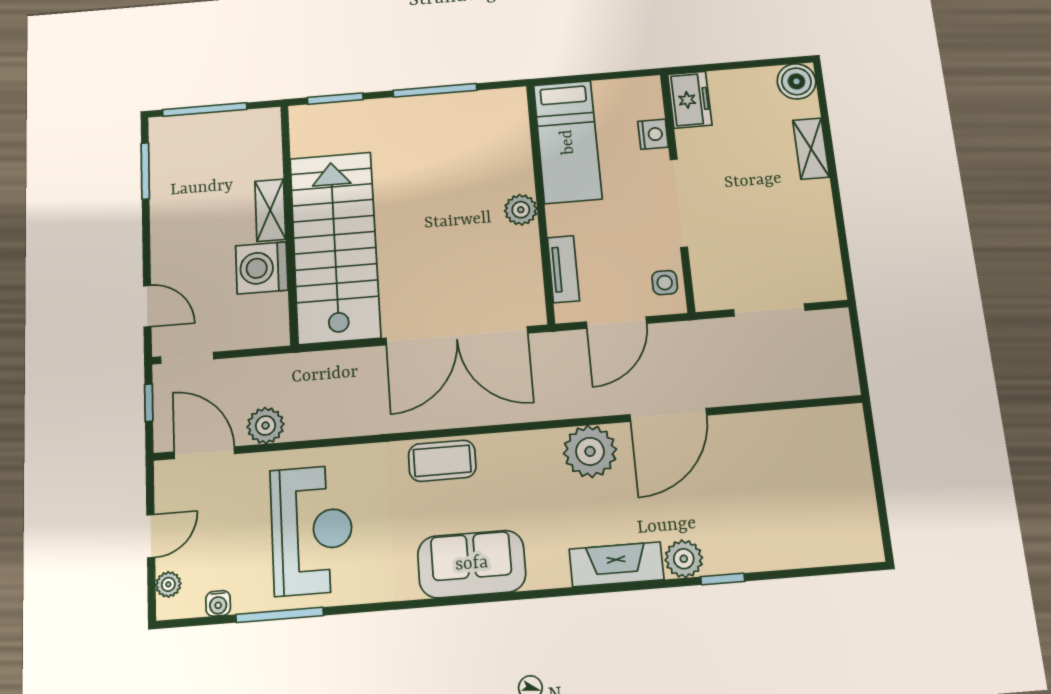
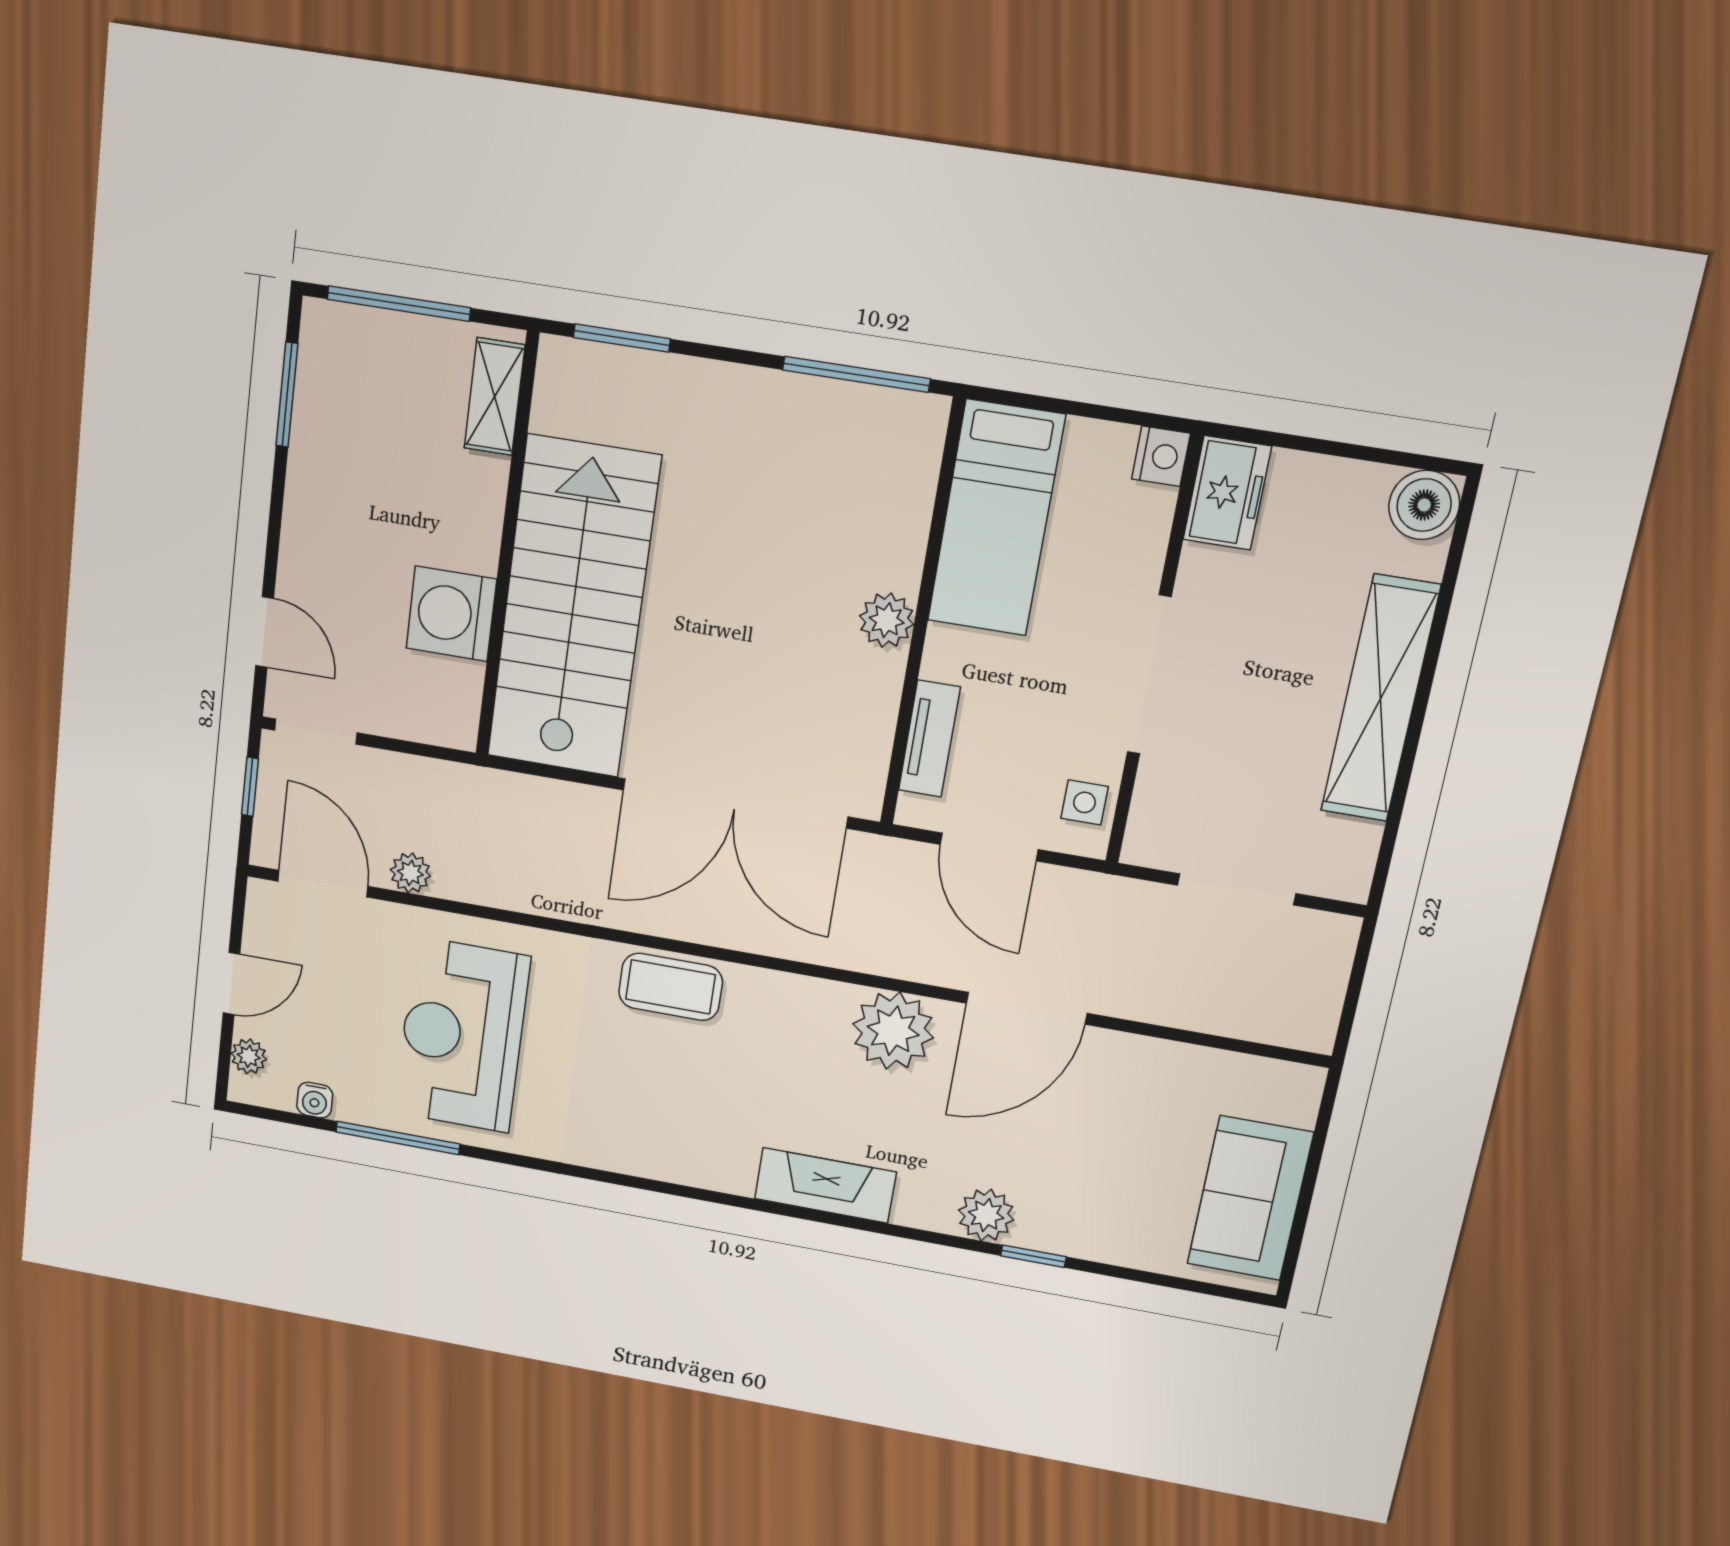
window: (435, 90) -> (856, 374), moved
nightstand: (653, 134) -> (1161, 456), moved
shelving: (811, 149) -> (1380, 699), width x2.20, depth x1.33
shelving: (270, 210) -> (494, 397), moved
door: (617, 323) -> (989, 847), hinge flipped
plant: (266, 426) -> (410, 873), width x0.73, depth x0.73
reception desk: (312, 530) -> (462, 1035), turned 180
sofa: (472, 564) -> (1250, 1198), moved, turned -90
fireplace: (616, 564) -> (825, 1185), moved

